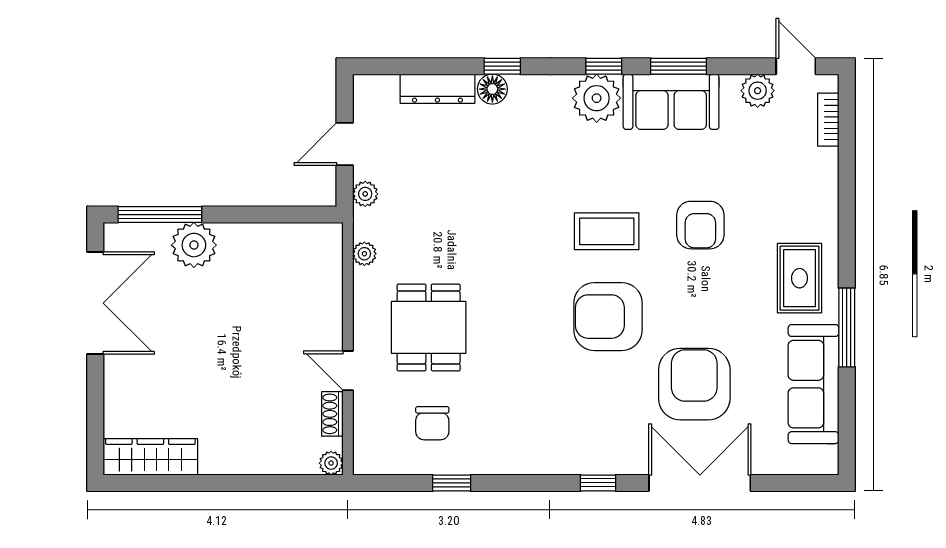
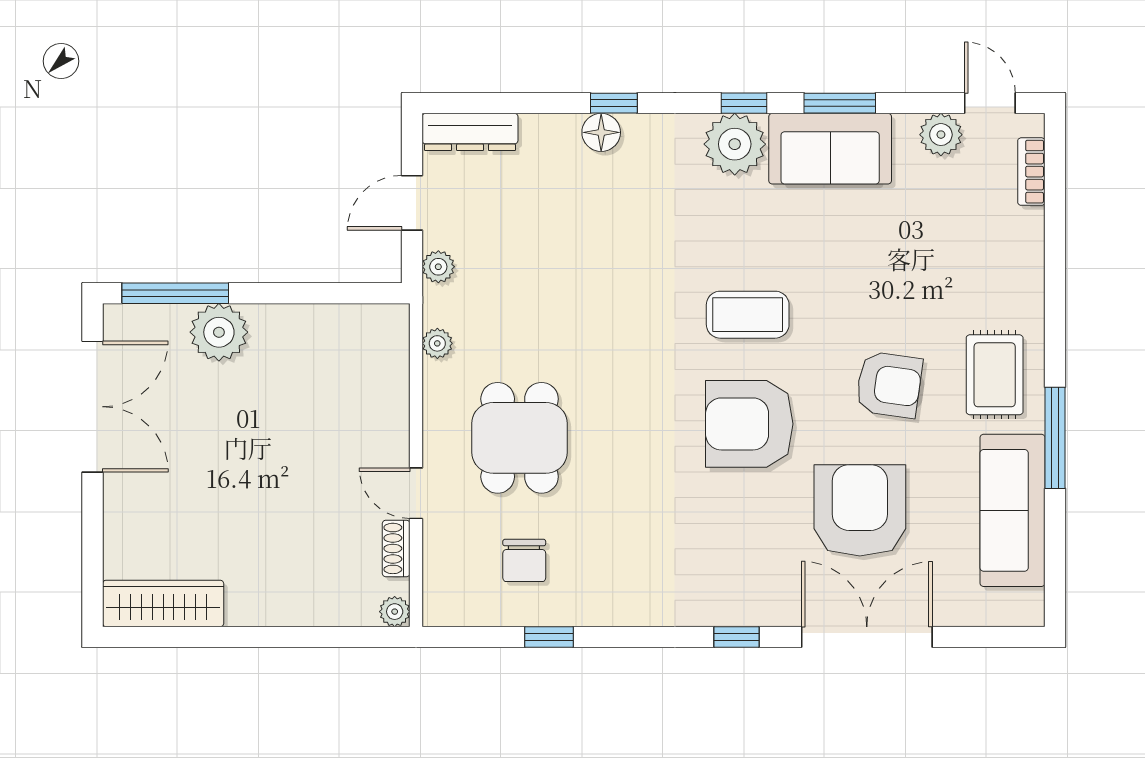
dresser: (437, 89) -> (470, 132), moved
armchair: (700, 225) -> (889, 385), moved, turned -82

